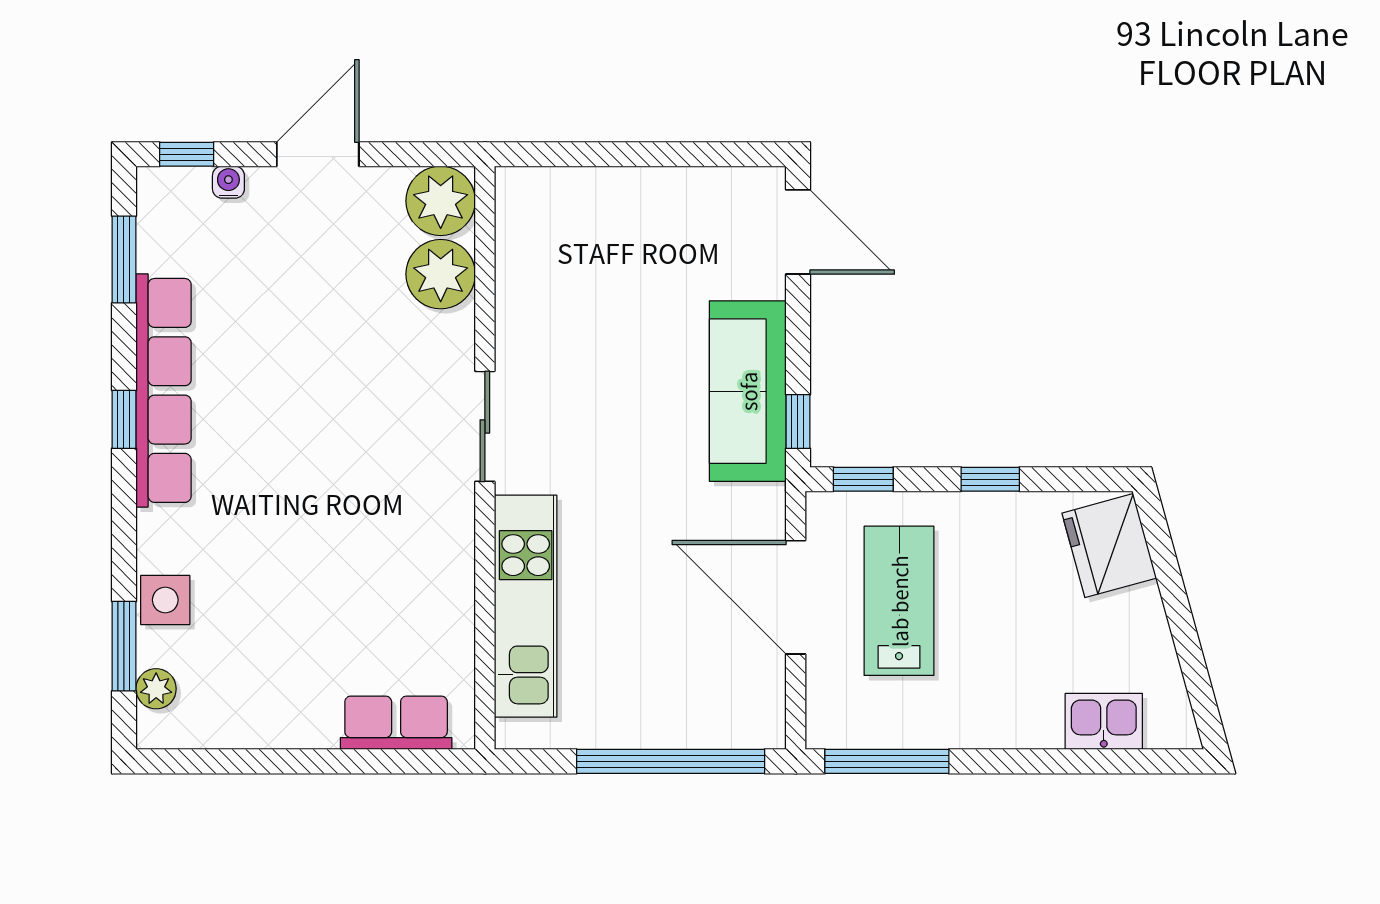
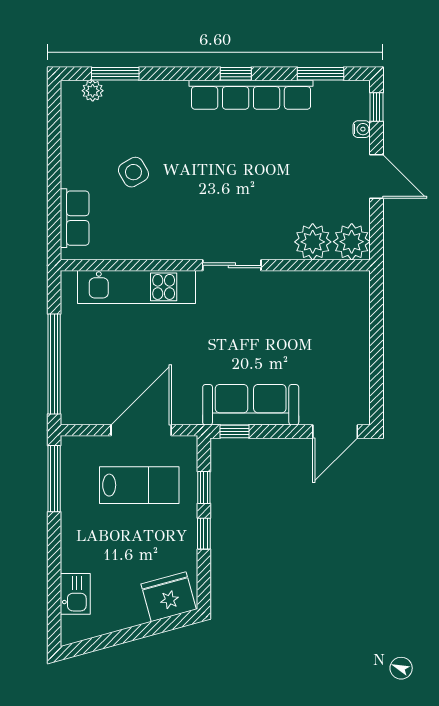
window: (863, 479) -> (204, 487), moved
side table: (165, 600) -> (133, 172), moved, turned -30

